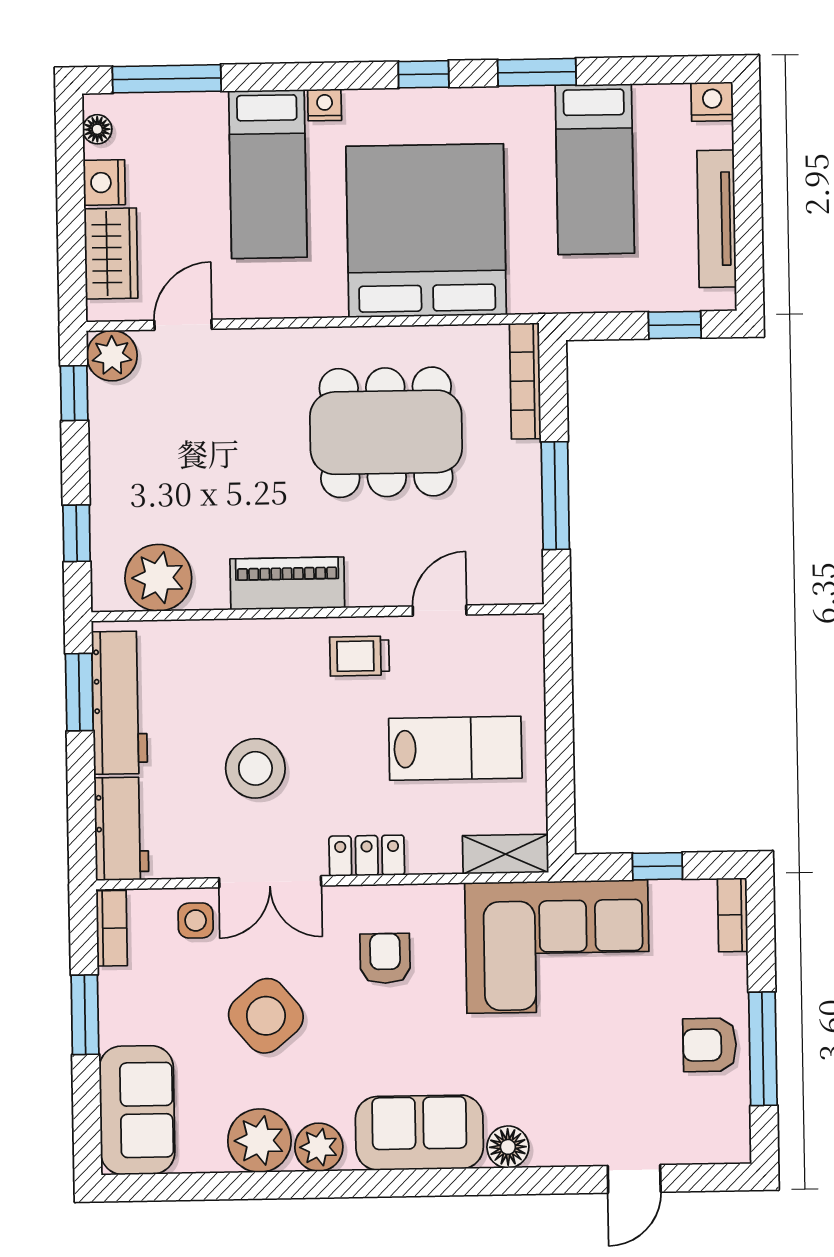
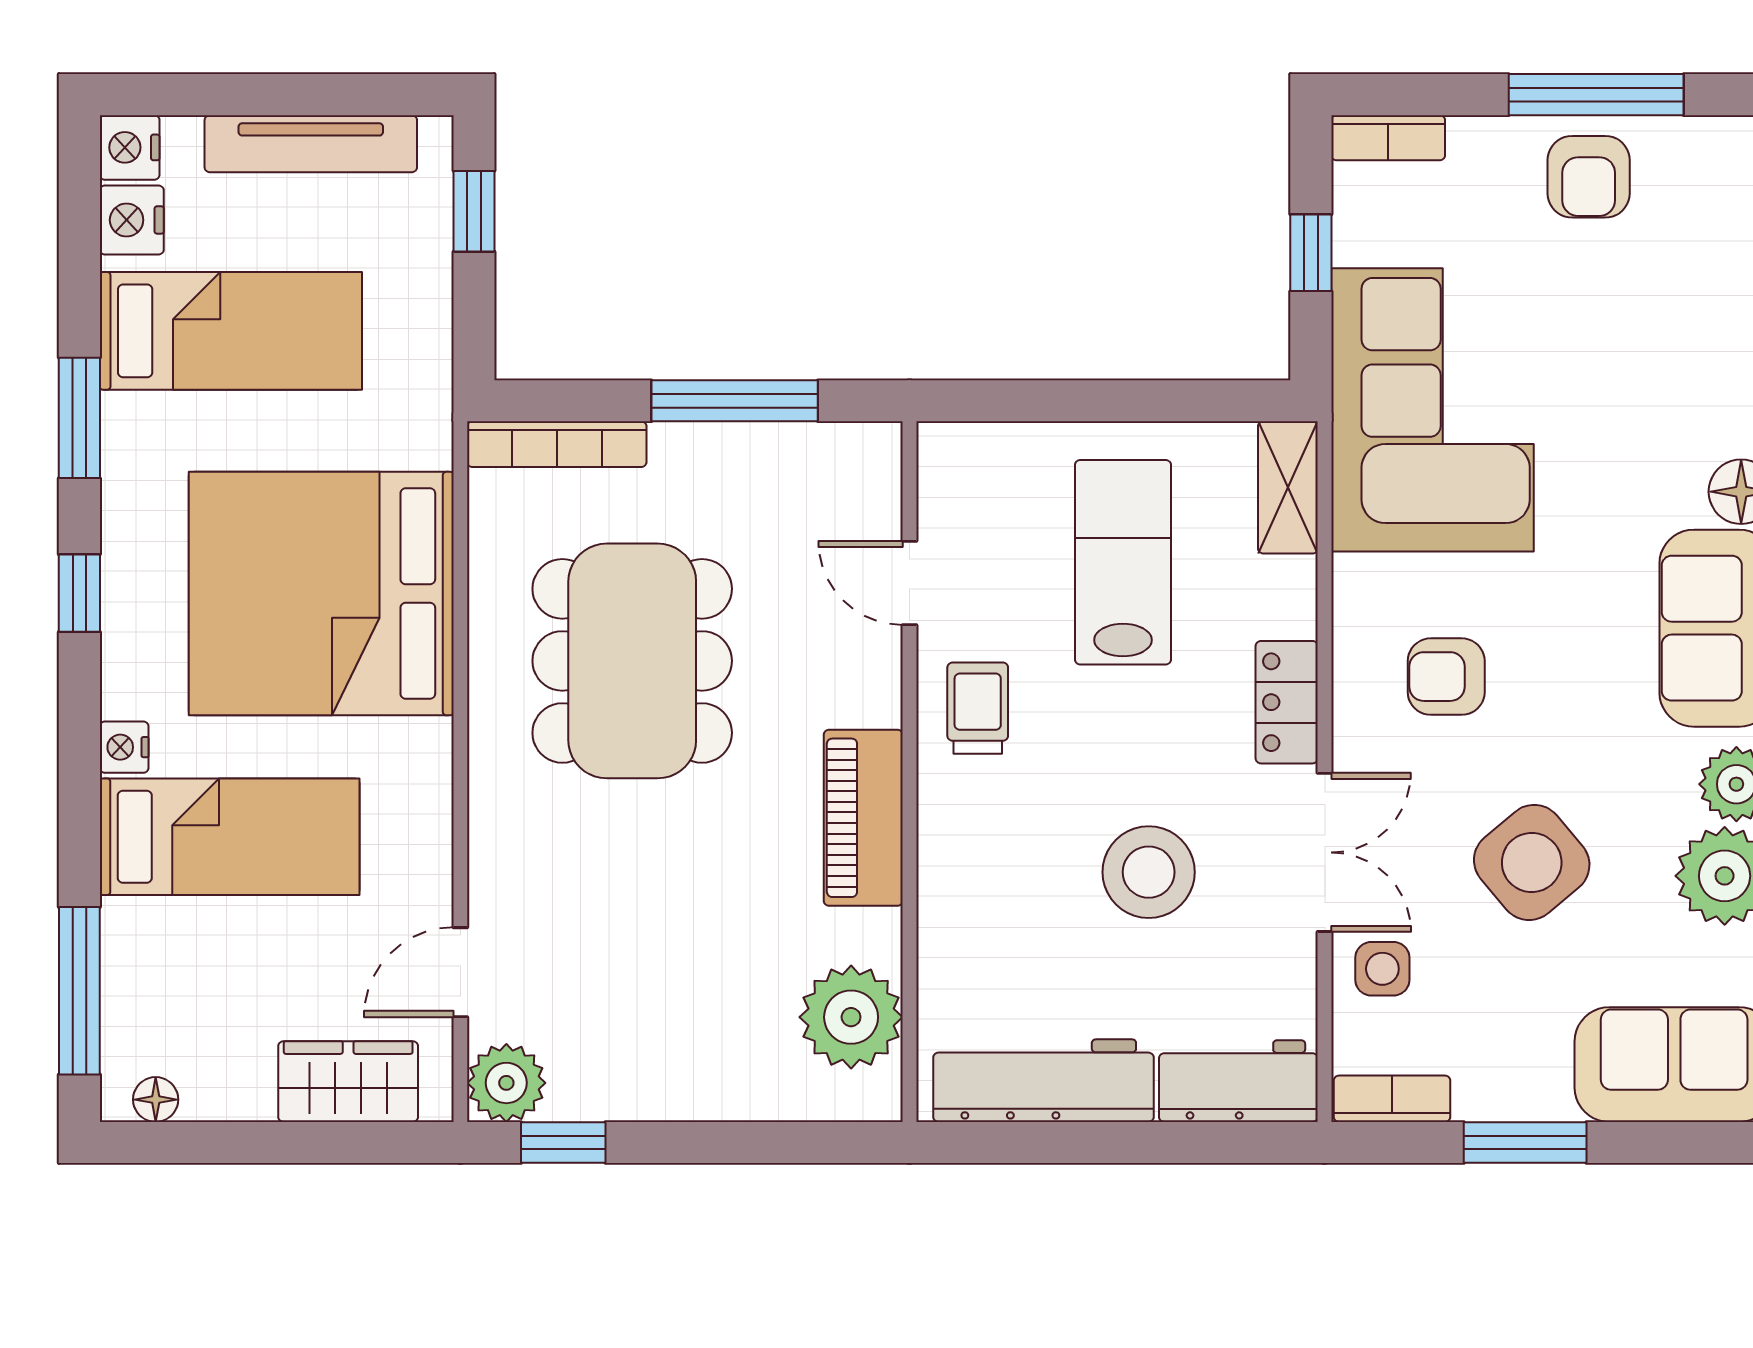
nightstand: (104, 183) -> (132, 220), moved, turned 90
door: (183, 325) -> (460, 972), hinge flipped
window: (77, 533) -> (780, 1142), removed
trolley: (359, 656) -> (978, 708), turned 180
window: (79, 692) -> (1026, 1142), removed

